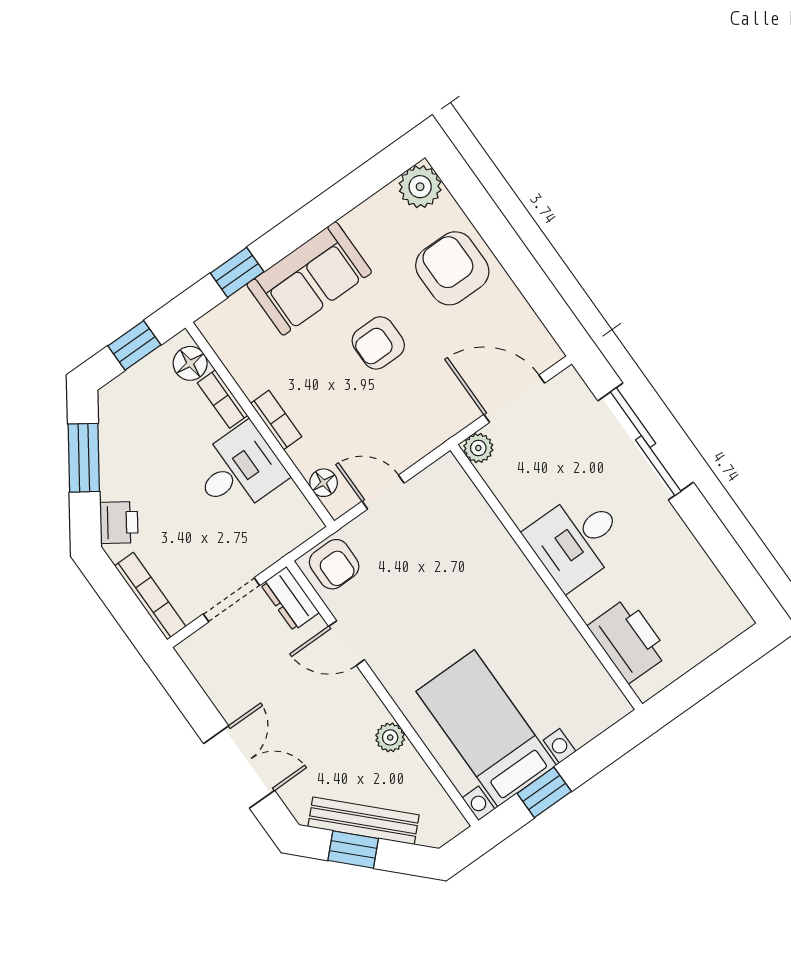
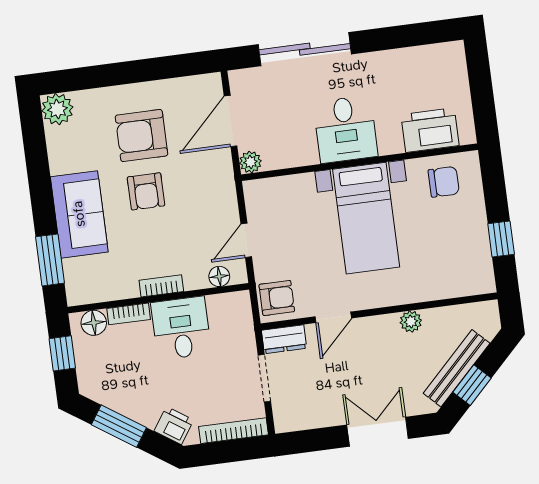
armchair: (452, 268) -> (141, 135), moved
window: (237, 272) -> (50, 260), width x1.50
chair: (576, 689) -> (444, 182), added
bed with nightstands: (486, 728) -> (366, 218), moved, turned -90

